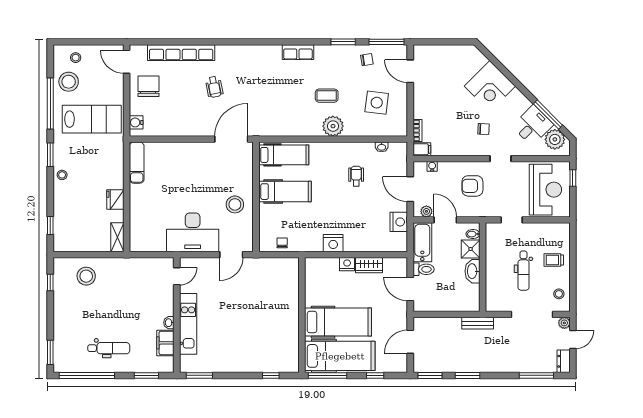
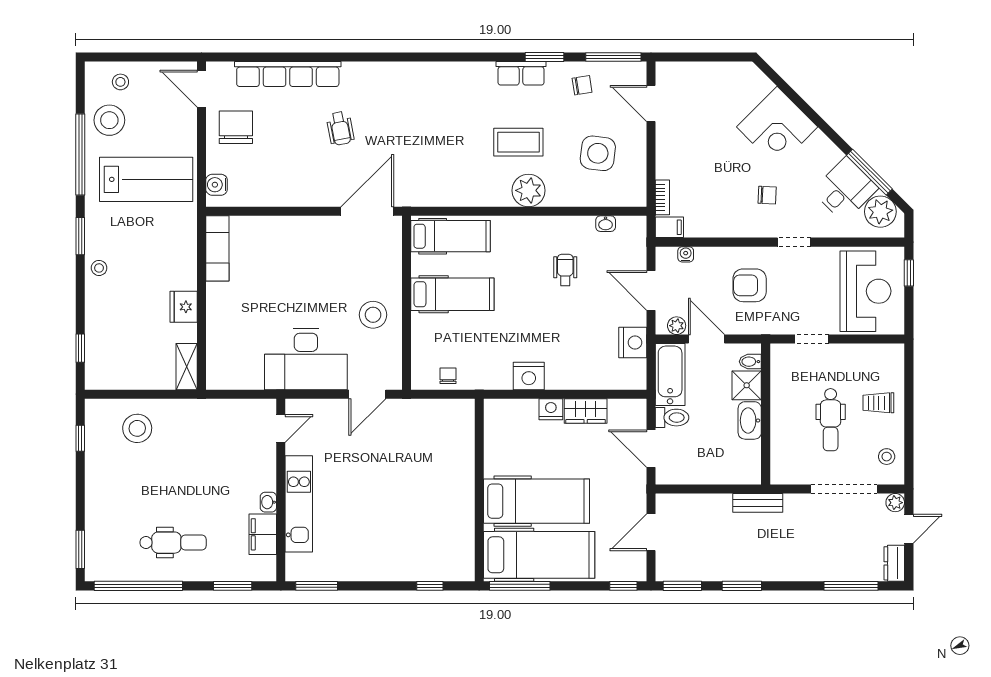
row of seats: (298, 52) -> (521, 73), moved
coffee table: (327, 96) -> (518, 142), width x1.36, depth x1.30
window: (375, 375) -> (623, 586), moved

